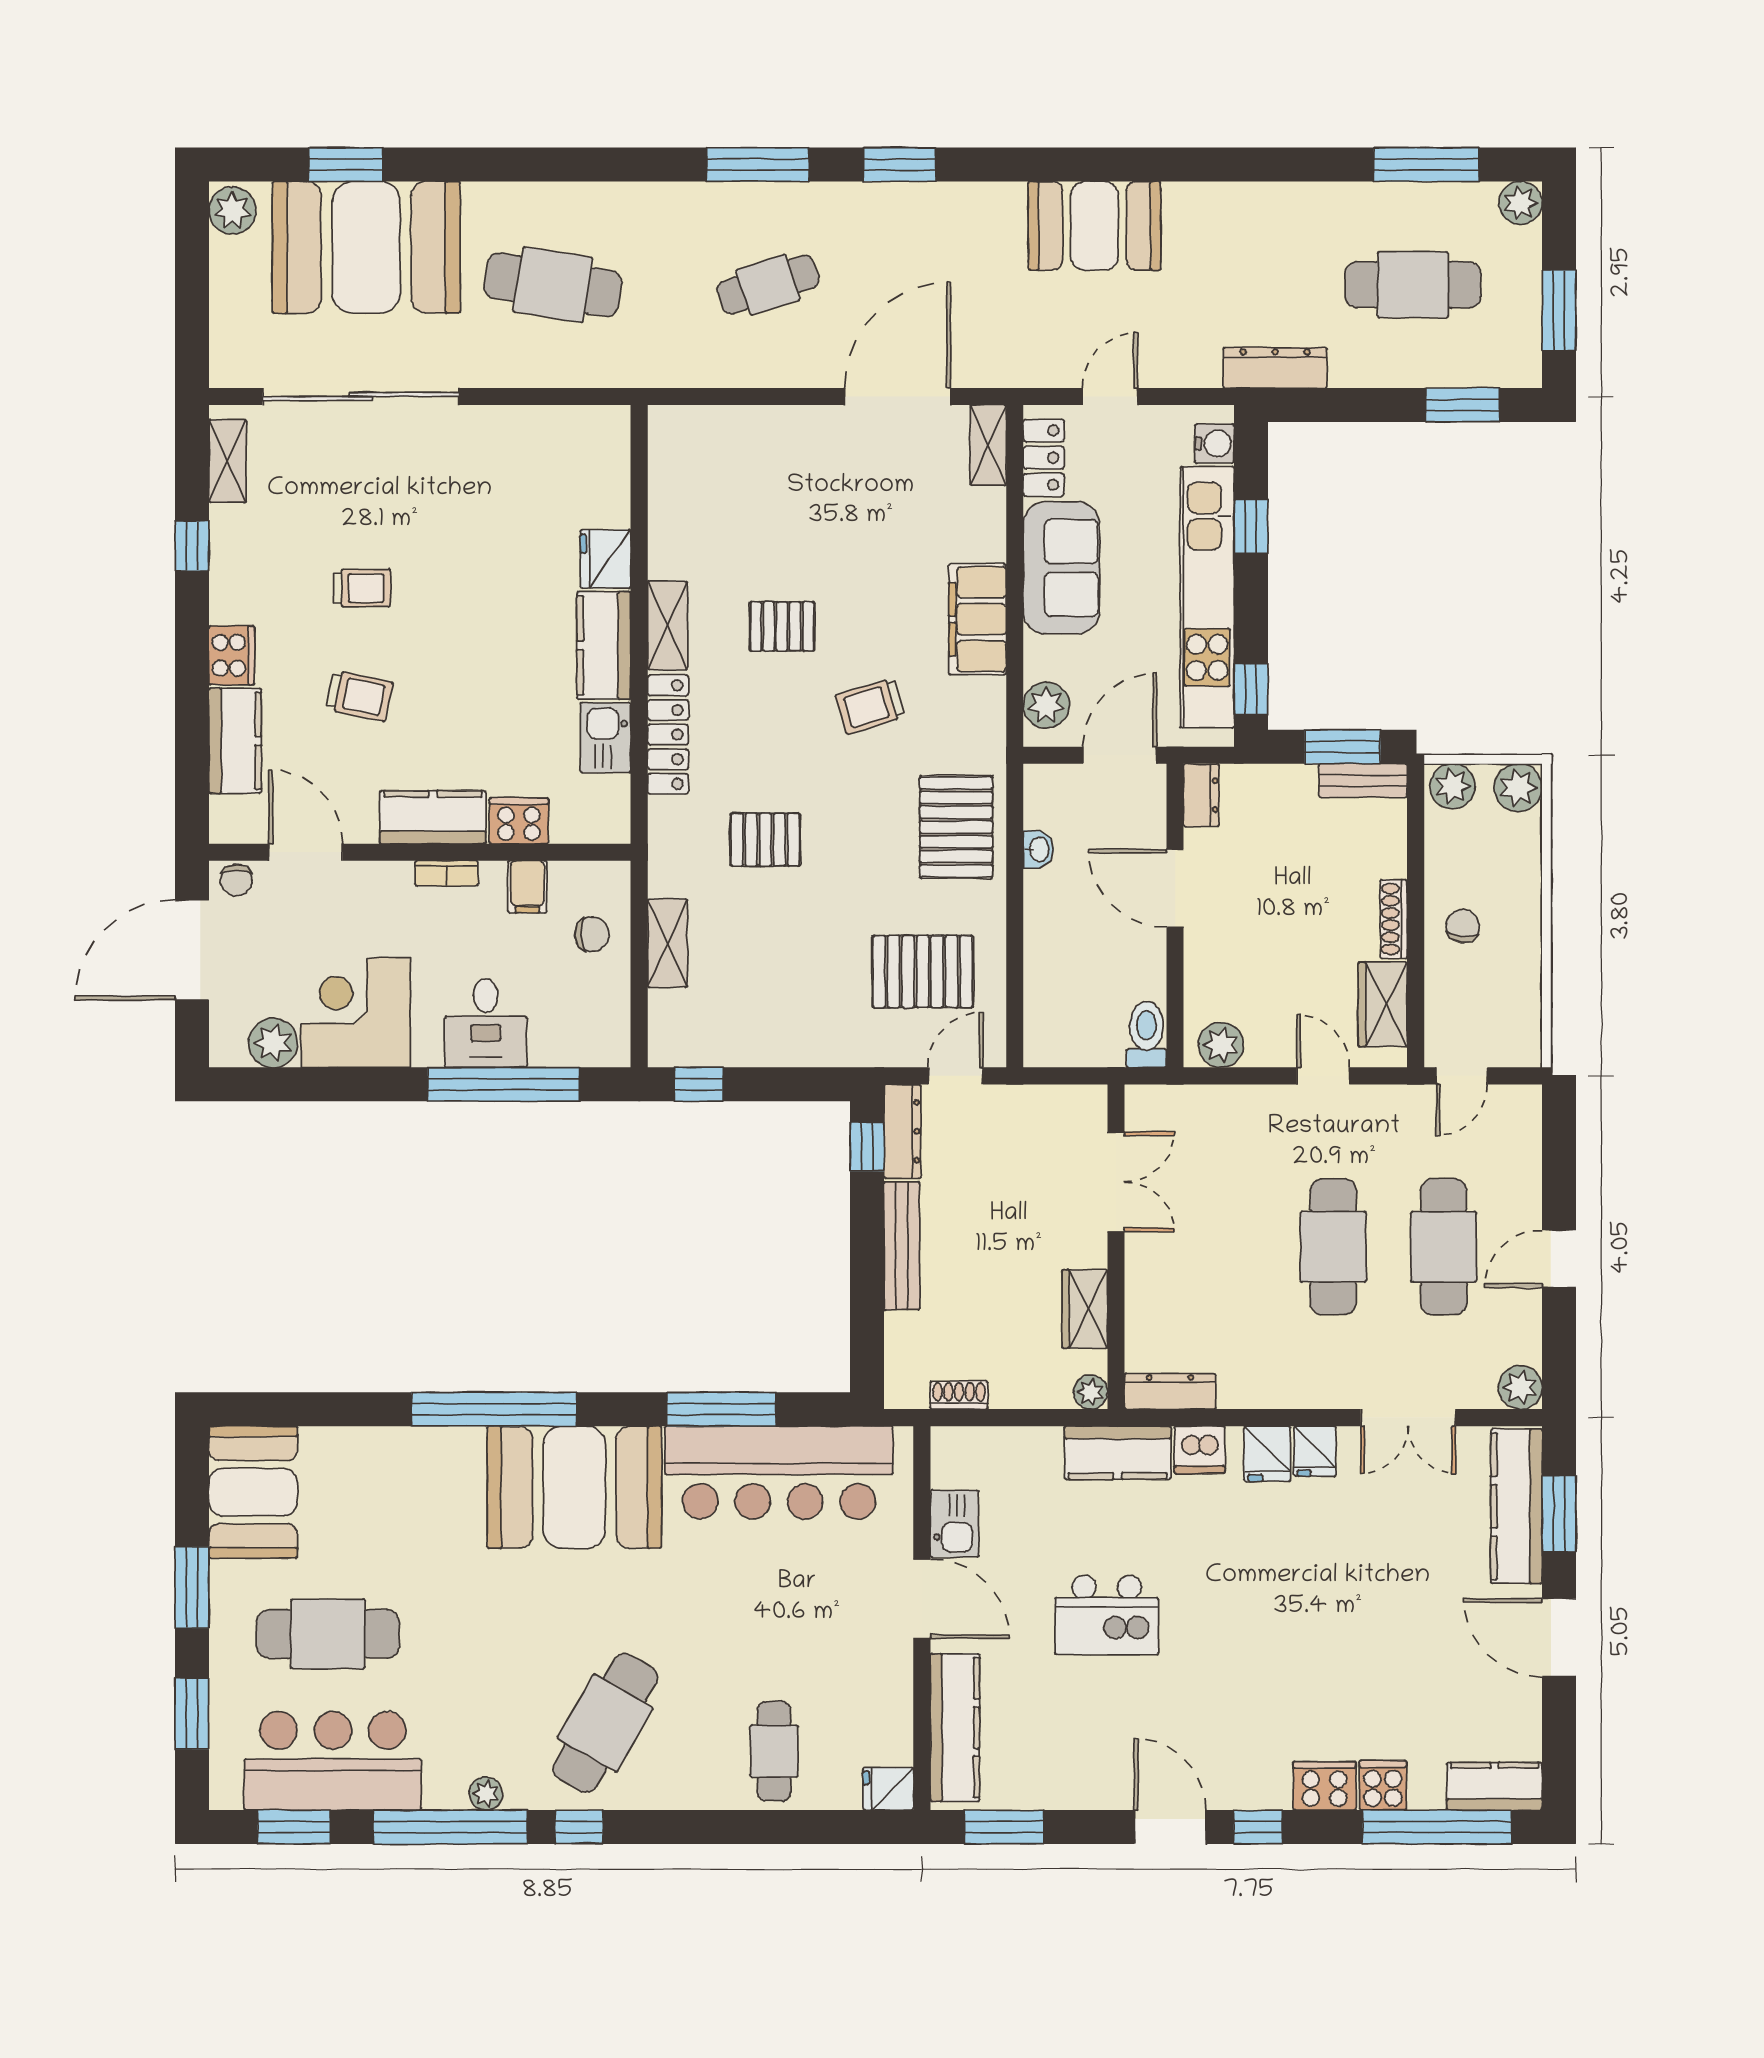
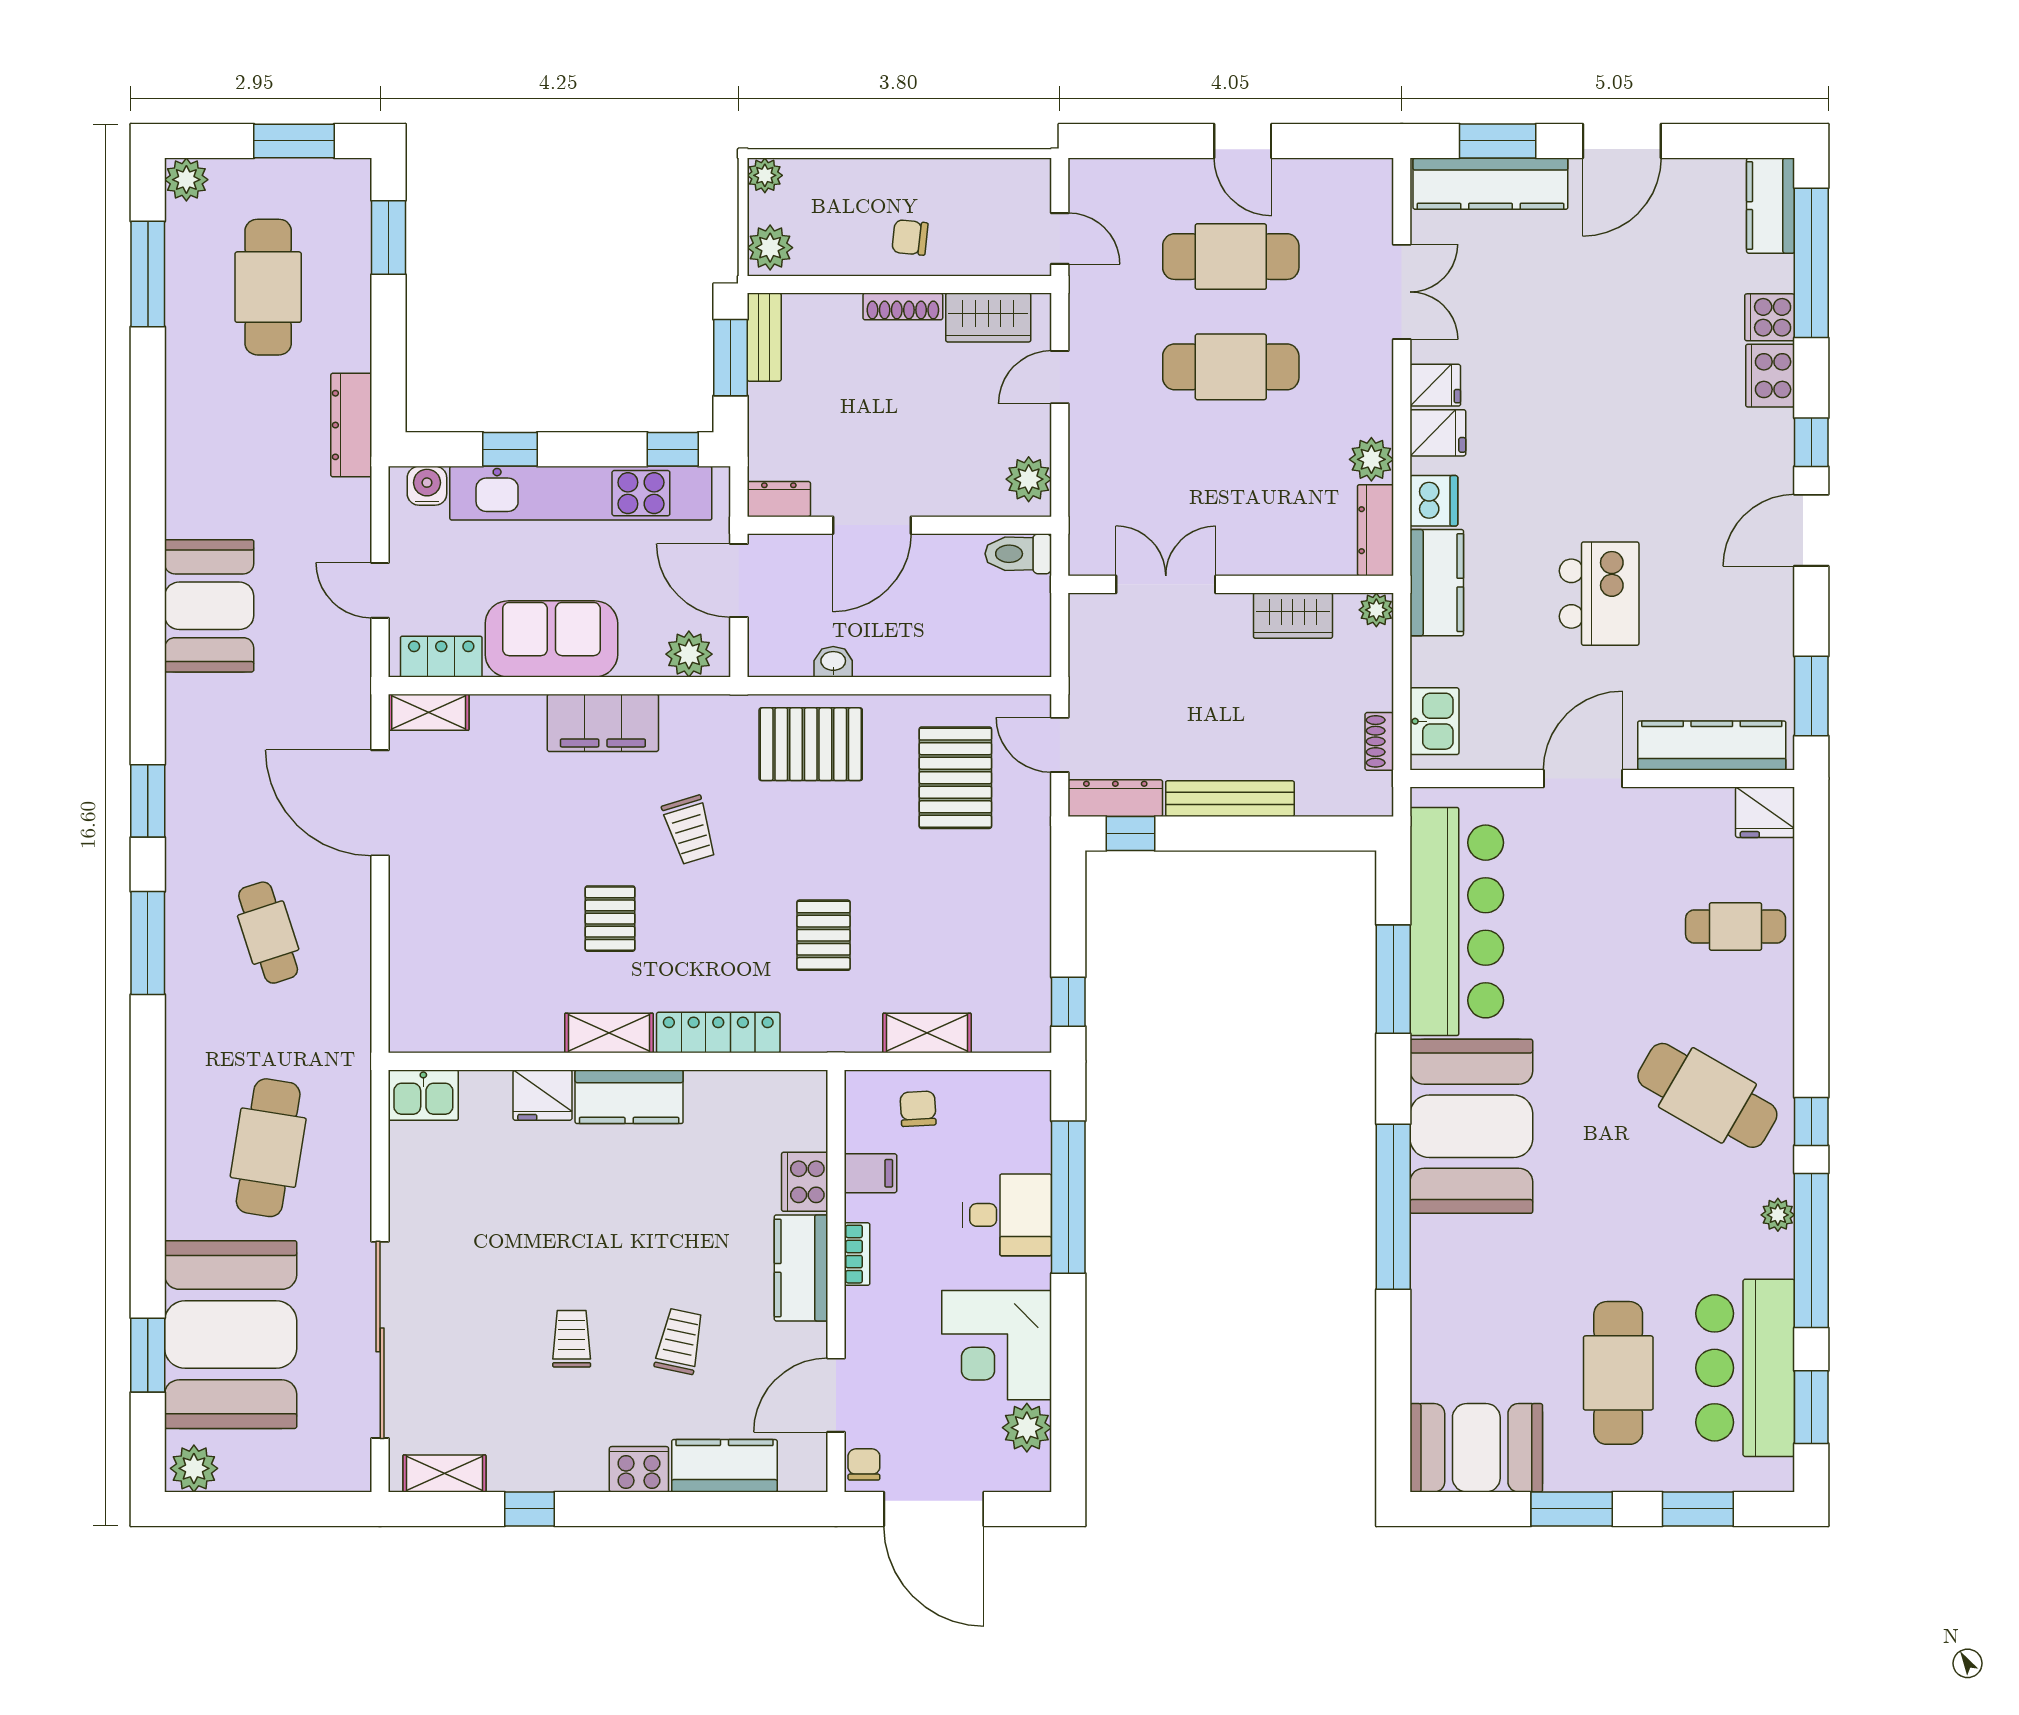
kitchen sink: (605, 737) -> (423, 1095), moved
plant: (1518, 788) -> (765, 175), width x0.73, depth x0.73
chair: (236, 880) -> (864, 1464), turned -90
plant: (1520, 1387) -> (1371, 459), moved
kitchen sink: (955, 1524) -> (1435, 721), moved, turned 90
fridge: (888, 1789) -> (1765, 812), width x1.38

